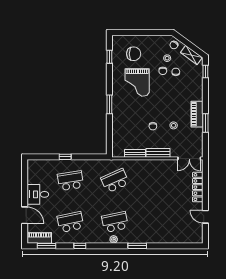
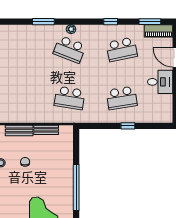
window: (109, 104) -> (76, 188), width x2.11
school desk: (115, 181) -> (70, 98), turned 33
school desk: (115, 222) -> (70, 49), turned 33

